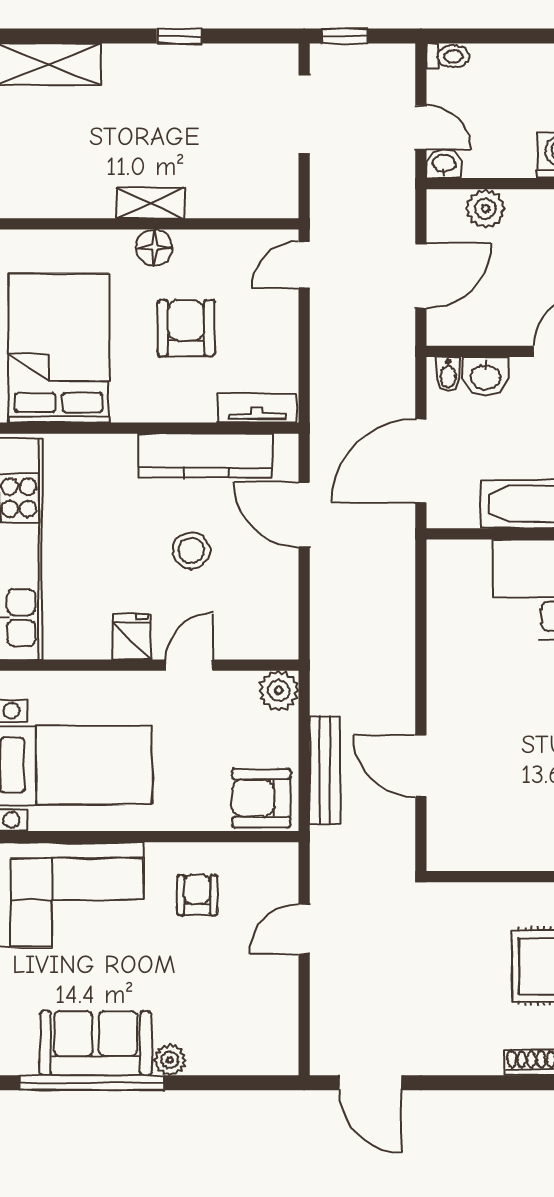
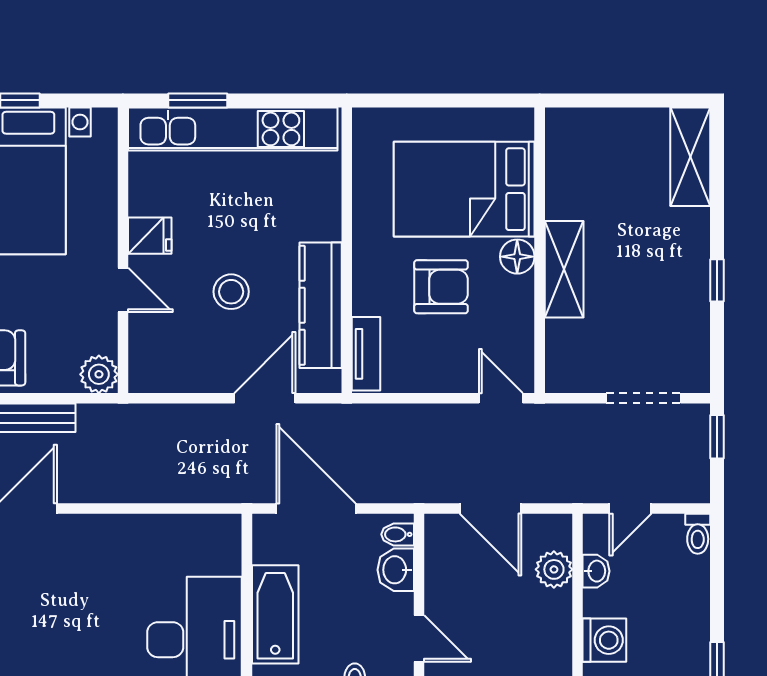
washbasin: (444, 164) -> (596, 571), moved
shelving: (150, 203) -> (564, 269), width x1.50, depth x1.33
bed: (59, 348) -> (464, 189), moved, turned 180

